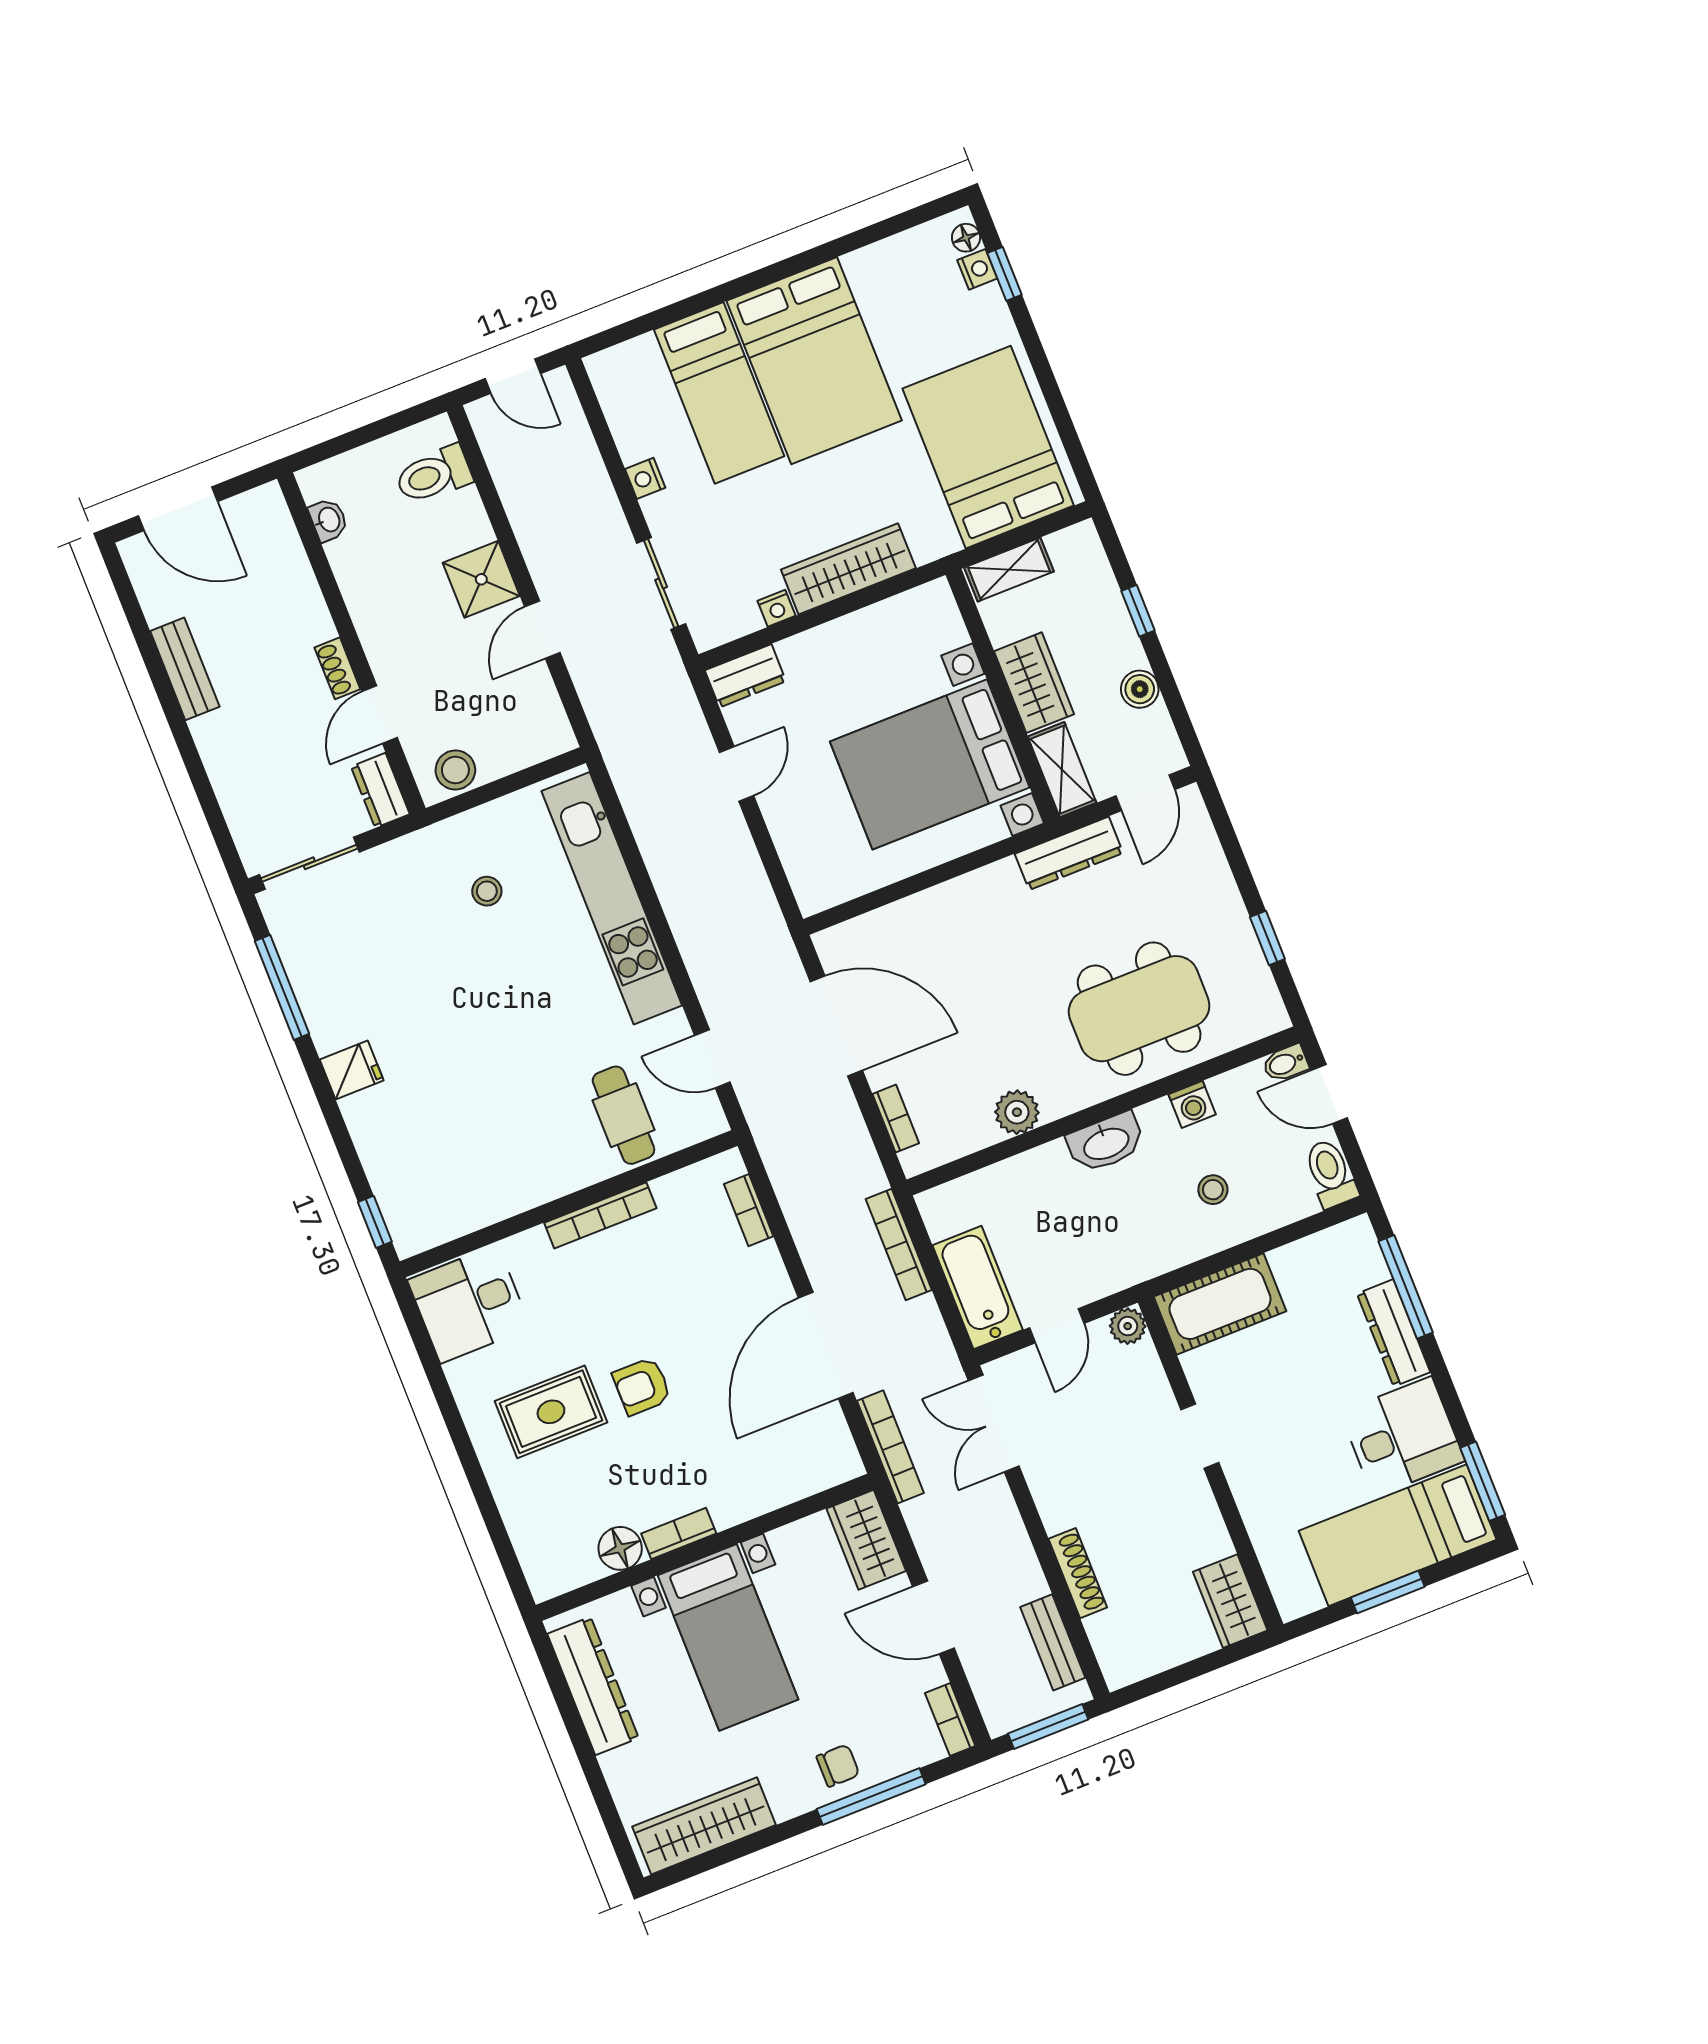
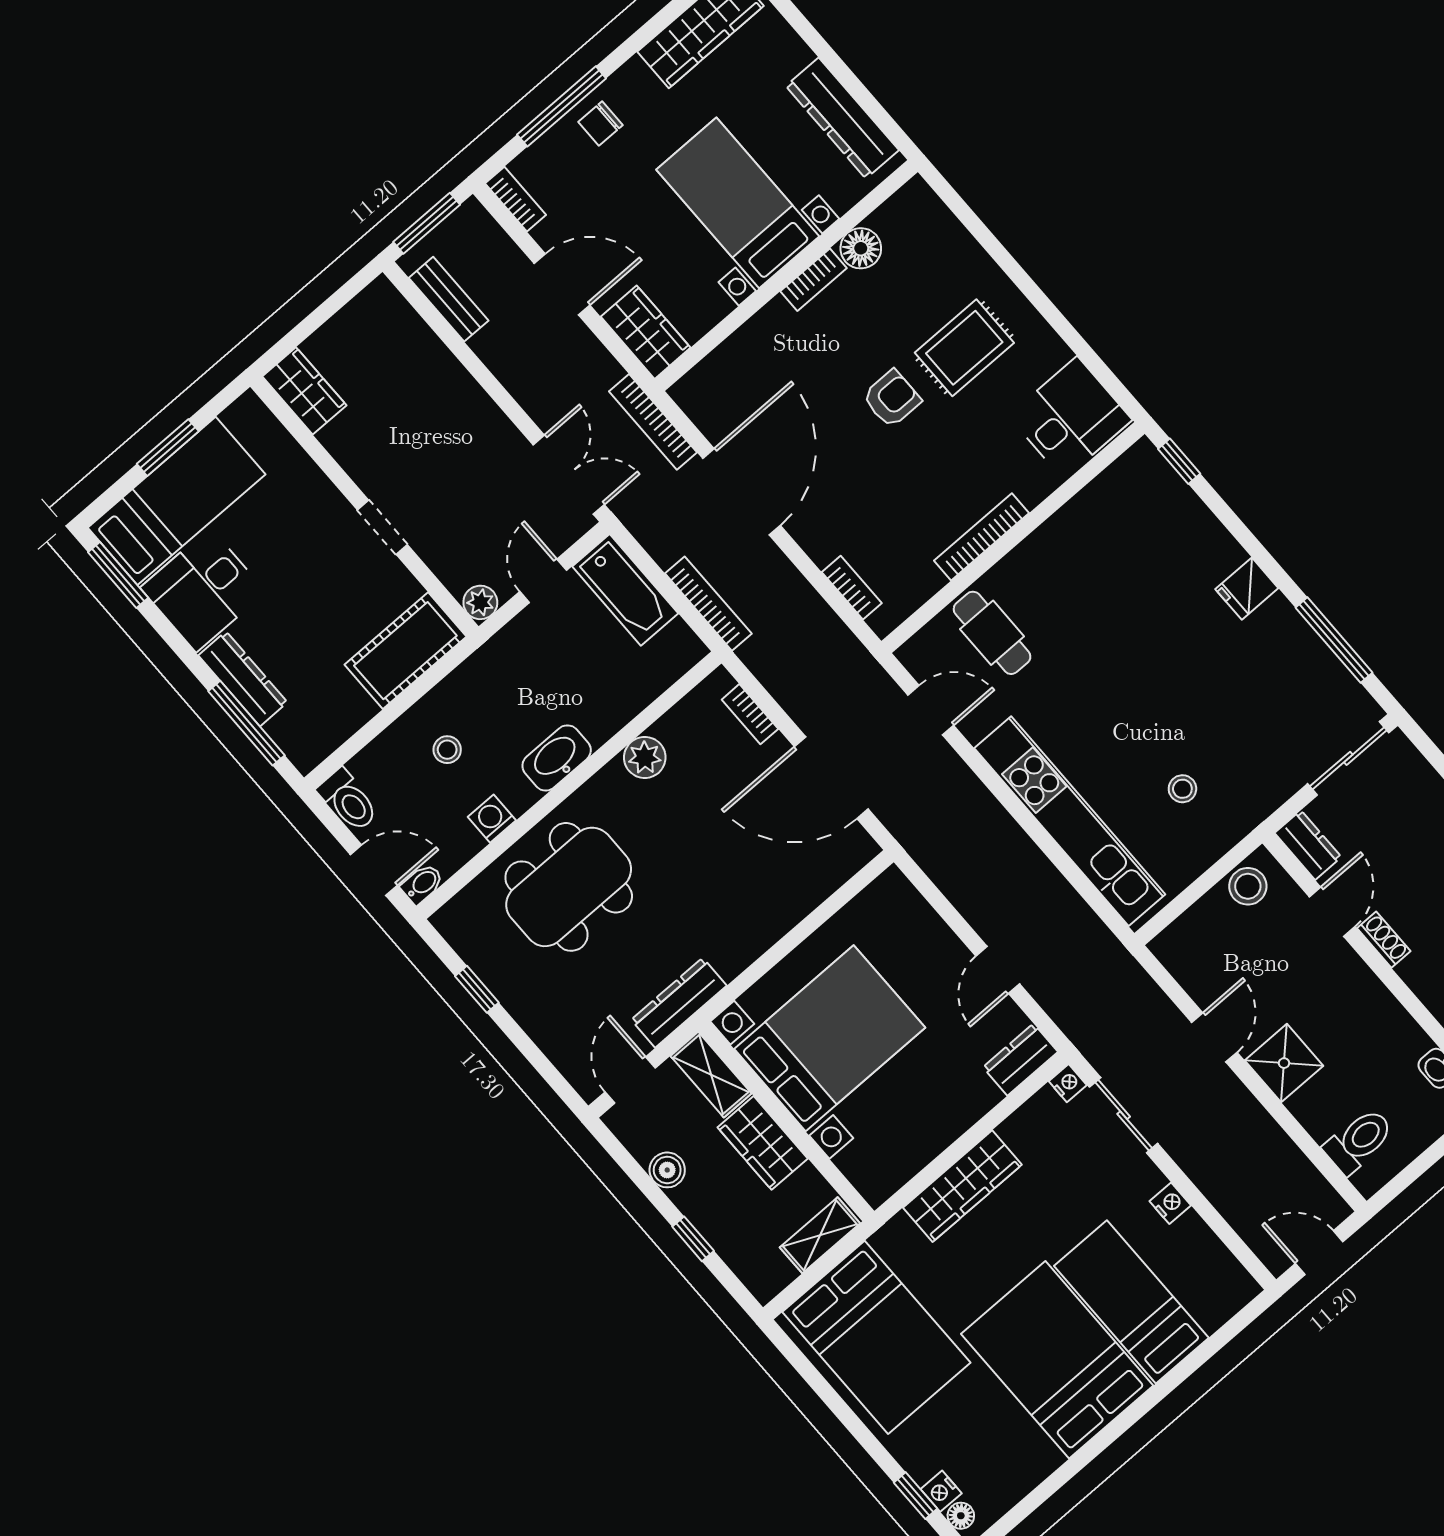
nightstand: (777, 608) -> (1068, 1083), moved, turned 90
shoe rack: (1078, 1573) -> (448, 368), removed

